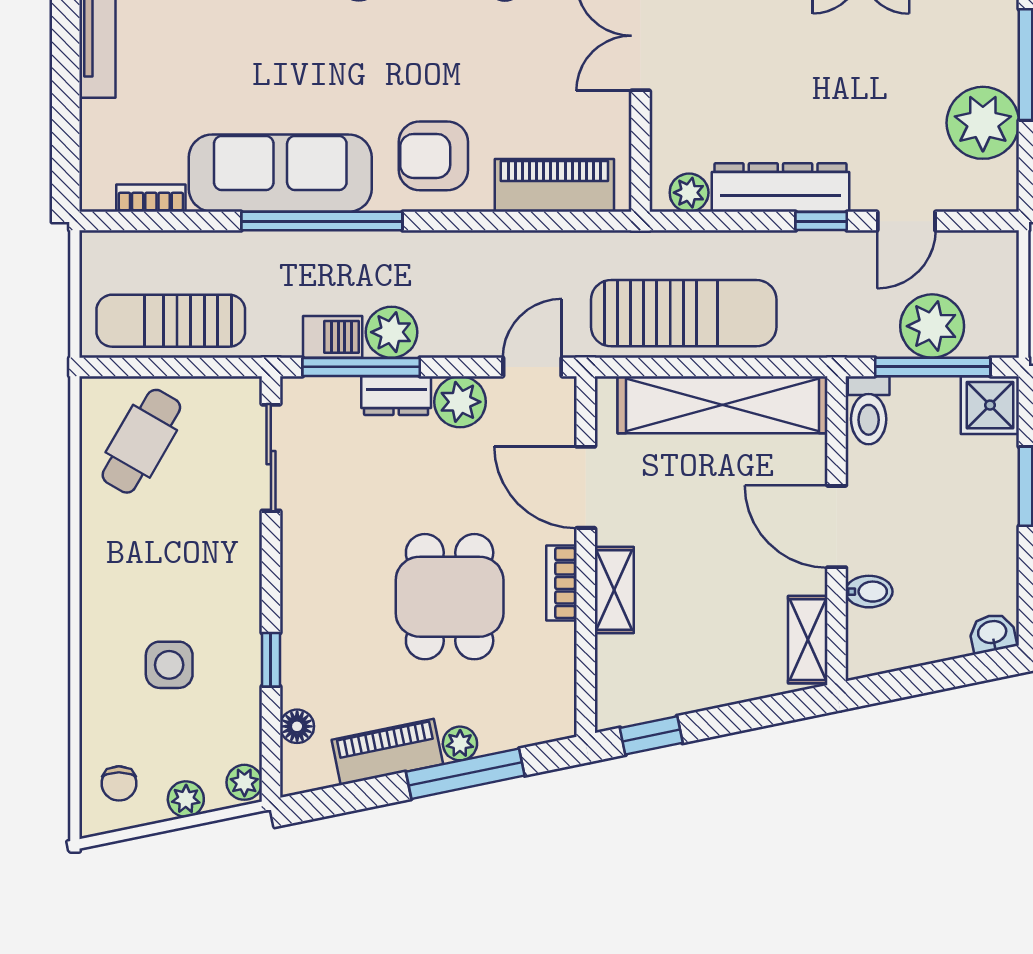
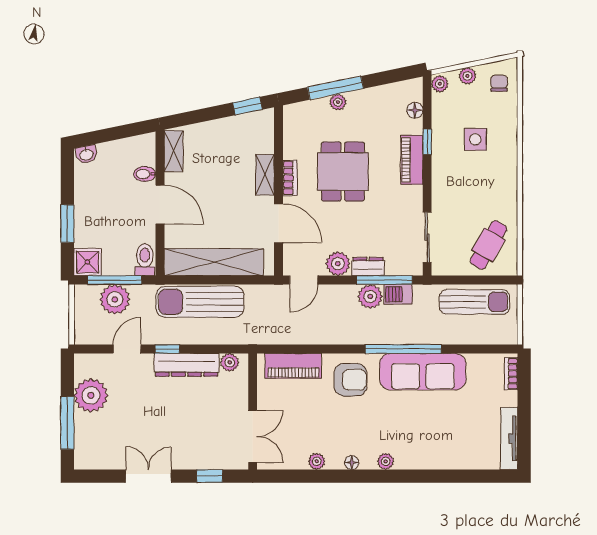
bookcase: (151, 198) -> (511, 374), moved, turned 90
sun lounger: (684, 313) -> (200, 302), moved
piano: (387, 752) -> (412, 160), moved, turned 102

